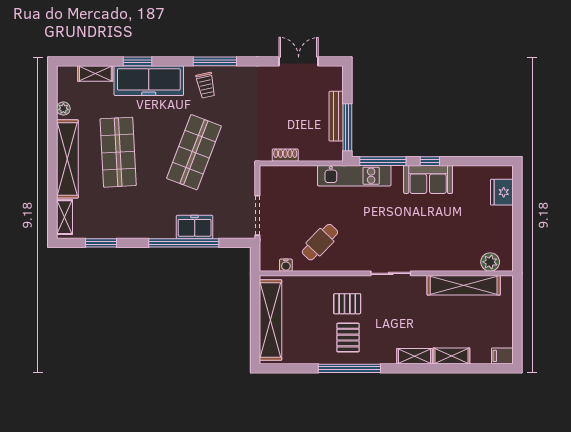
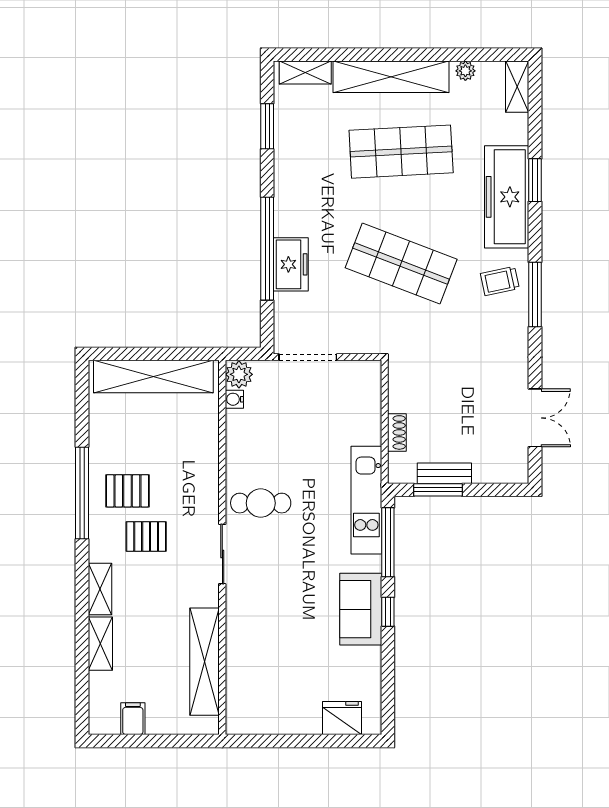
shelving: (95, 74) -> (517, 87), moved
bench: (336, 116) -> (444, 473), width x0.73
window: (347, 127) -> (438, 490), width x0.69
shoe rack: (285, 155) -> (397, 432), moved
cafe table: (320, 242) -> (261, 503), moved, turned -44
plant: (490, 262) -> (239, 374), moved
pallet: (347, 304) -> (146, 537), moved, turned 90
filing cabinet: (502, 356) -> (133, 719), moved

